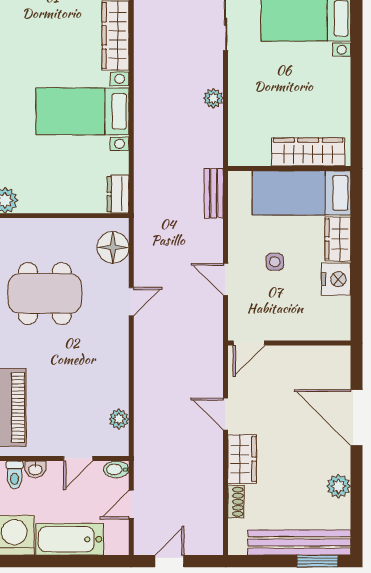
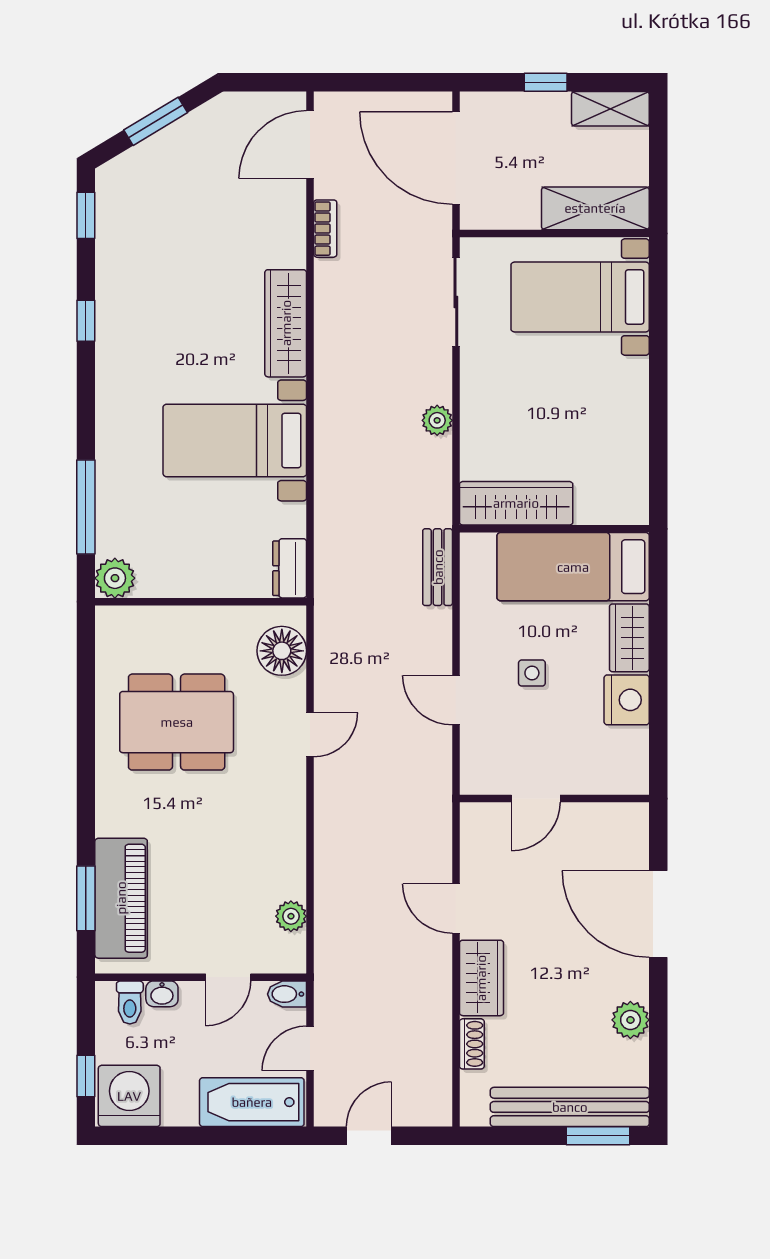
wardrobe: (308, 152) -> (516, 503), moved
door: (249, 343) -> (536, 799), moved
bathtub: (70, 539) -> (252, 1102), moved

